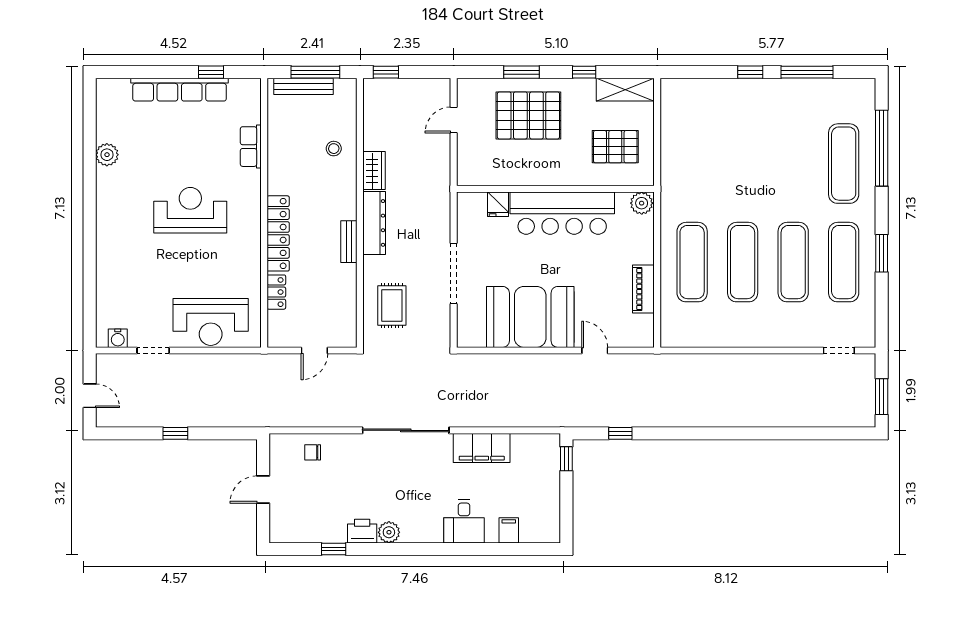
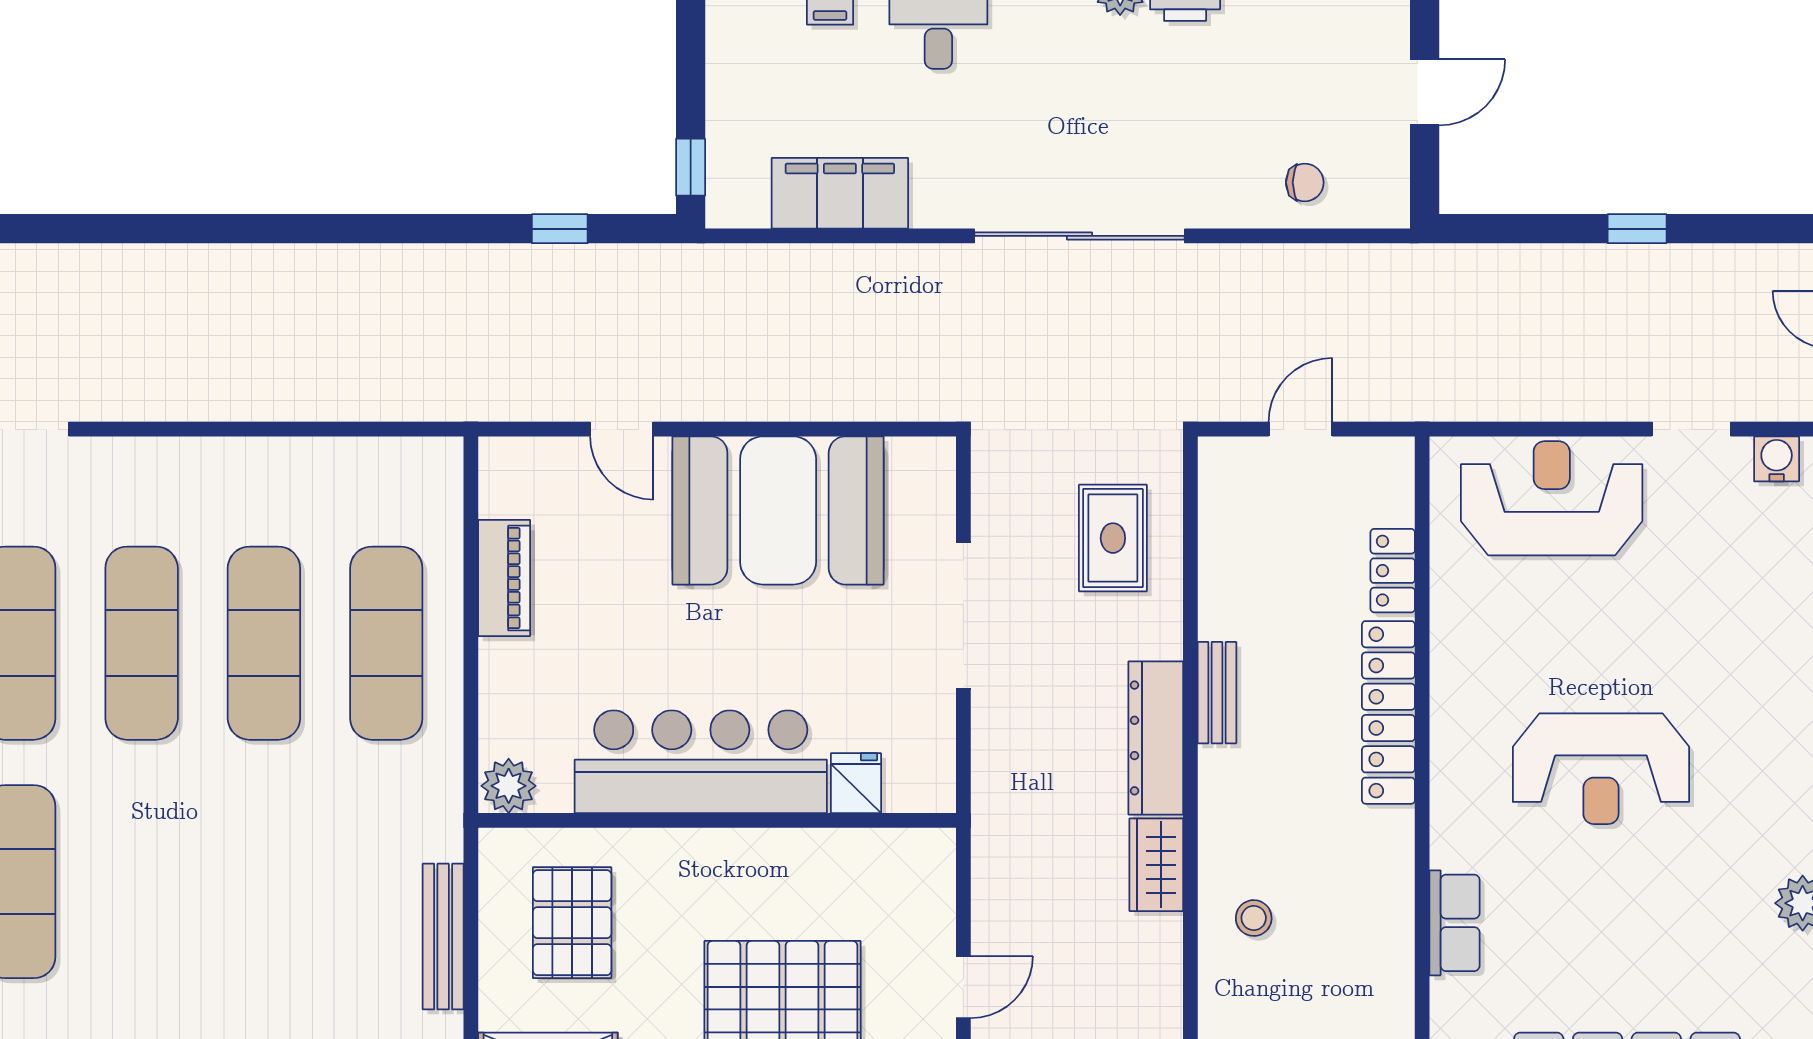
bench: (669, 141) -> (443, 937), added
pallet: (615, 147) -> (572, 923), turned 90
filing cabinet: (482, 448) -> (840, 193), moved

